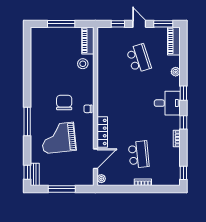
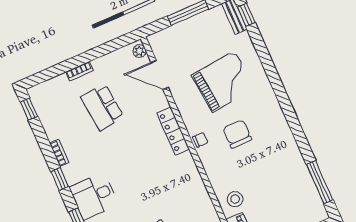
chair: (64, 103) -> (237, 134), turned 180
window: (27, 121) -> (320, 182), moved
locker: (102, 132) -> (173, 131), moved
door: (95, 159) -> (160, 75), hinge flipped

